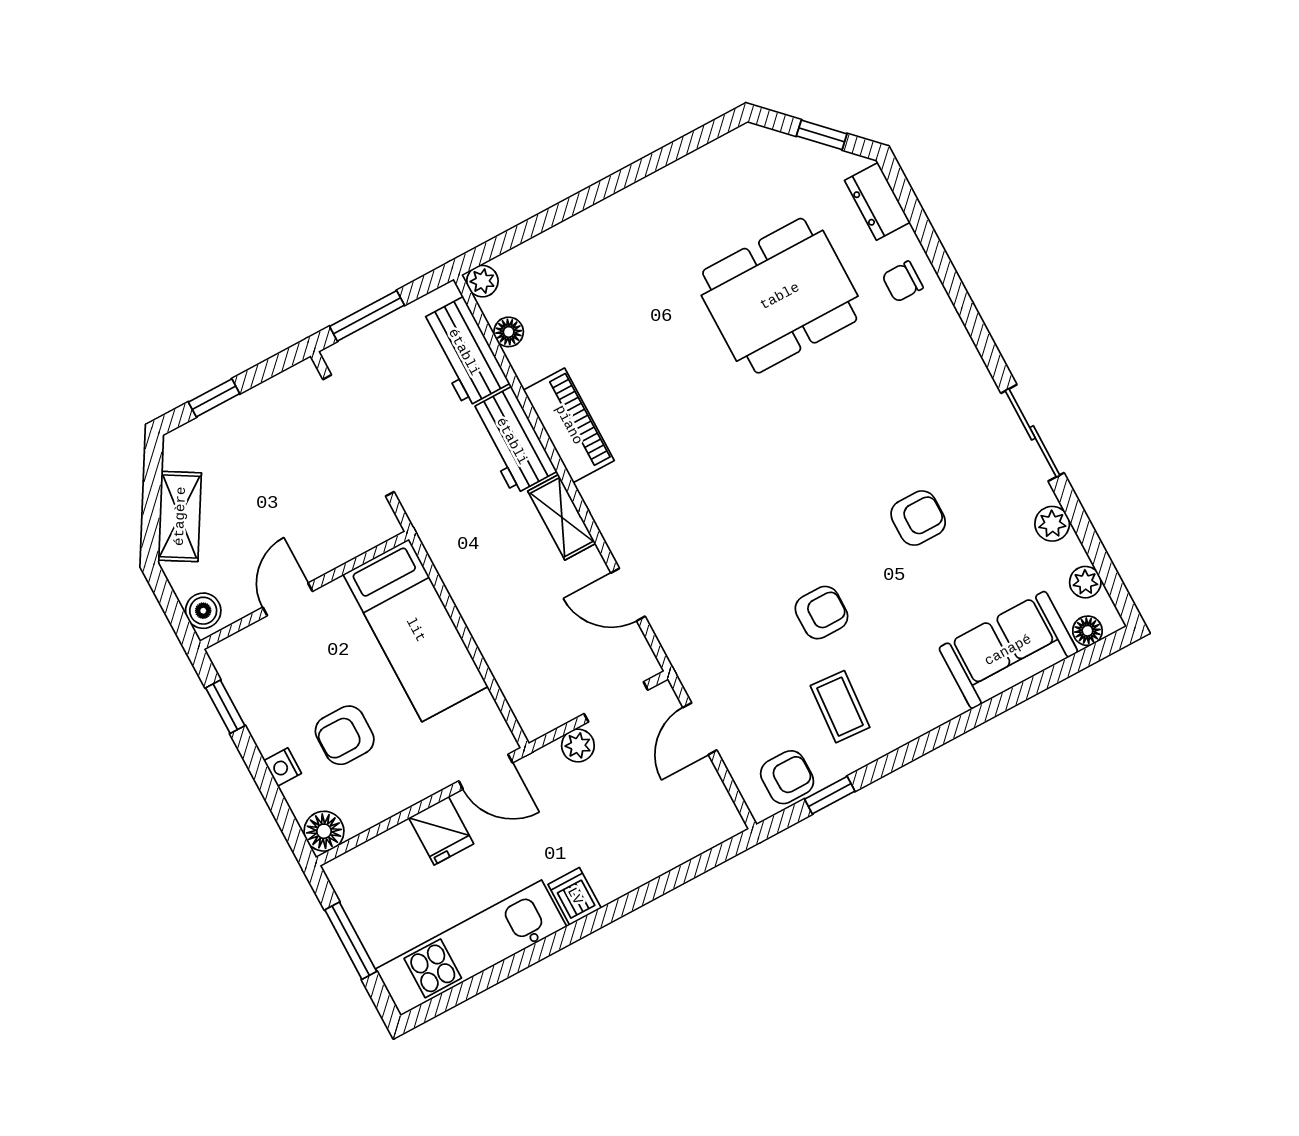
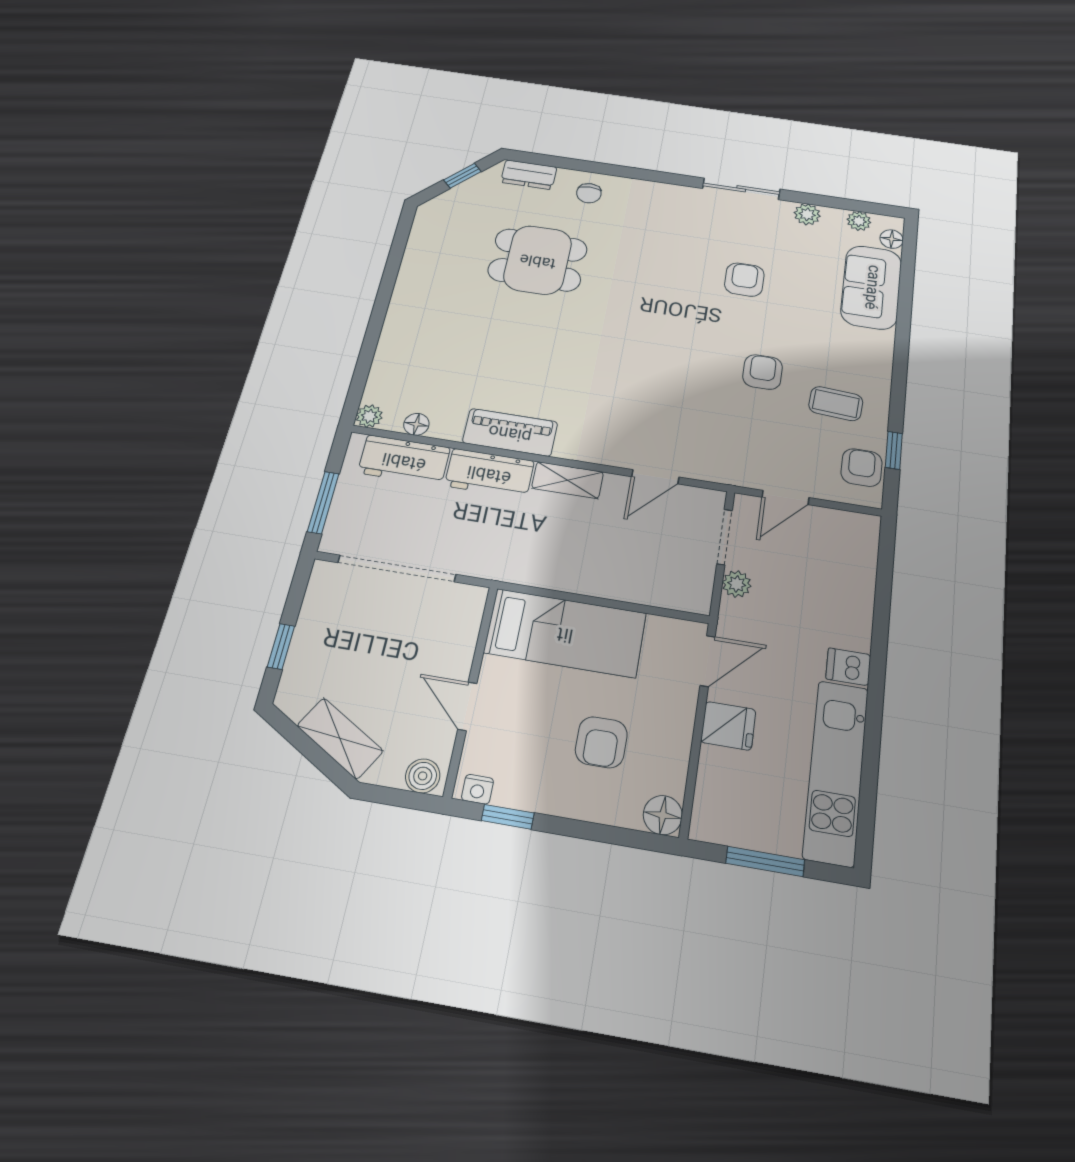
dining table: (780, 296) -> (538, 260), width x0.73
door: (700, 729) -> (785, 497), hinge flipped
nightstand: (283, 767) -> (477, 789), moved

